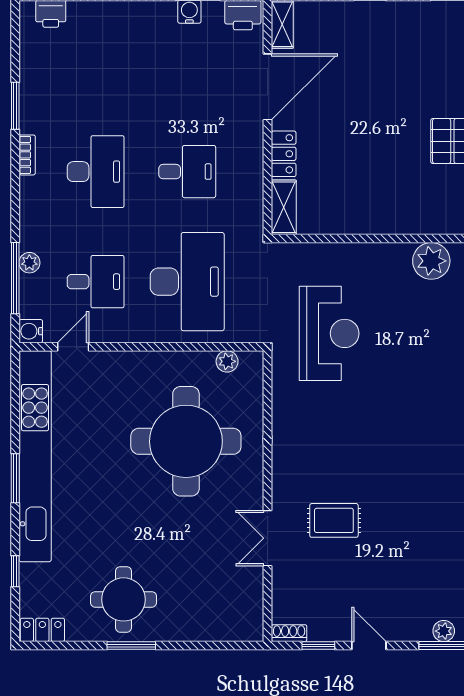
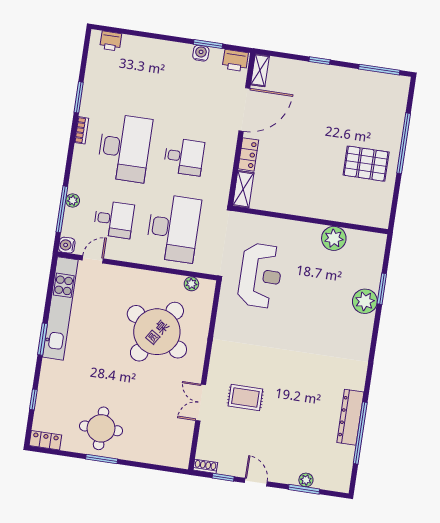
desk: (96, 172) -> (124, 148), width x1.36, depth x1.30
round table: (186, 441) -> (157, 332), turned 32
kitchen unit: (35, 456) -> (60, 308), width x0.73

